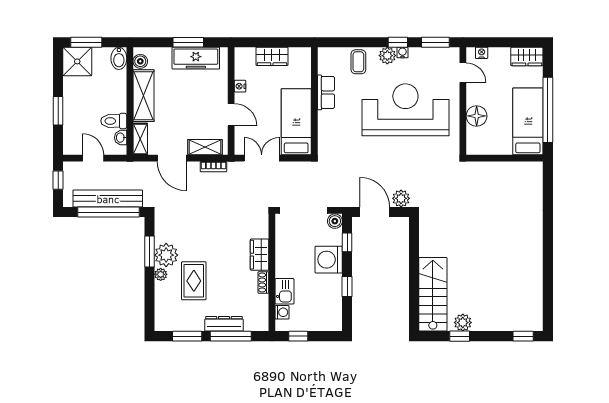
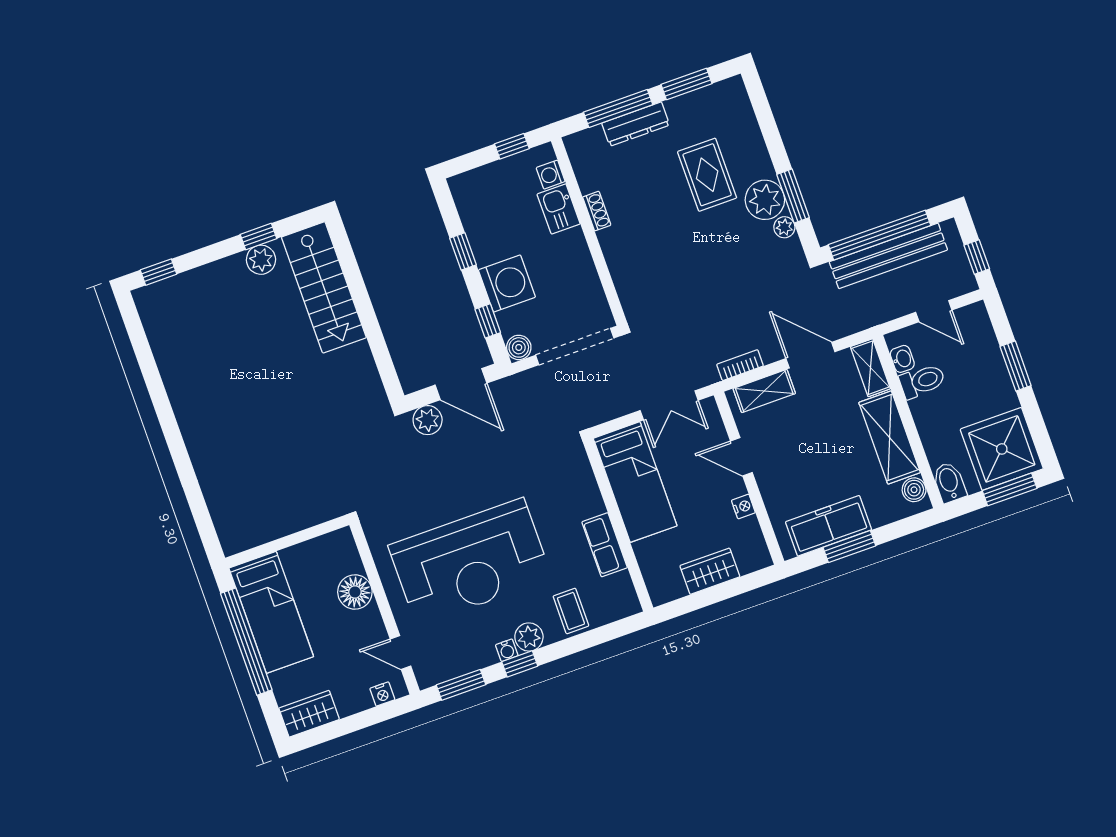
shower: (77, 61) -> (1002, 449), width x1.37, depth x1.37
wardrobe: (260, 255) -> (618, 253), removed
plant: (161, 274) -> (784, 227), moved

